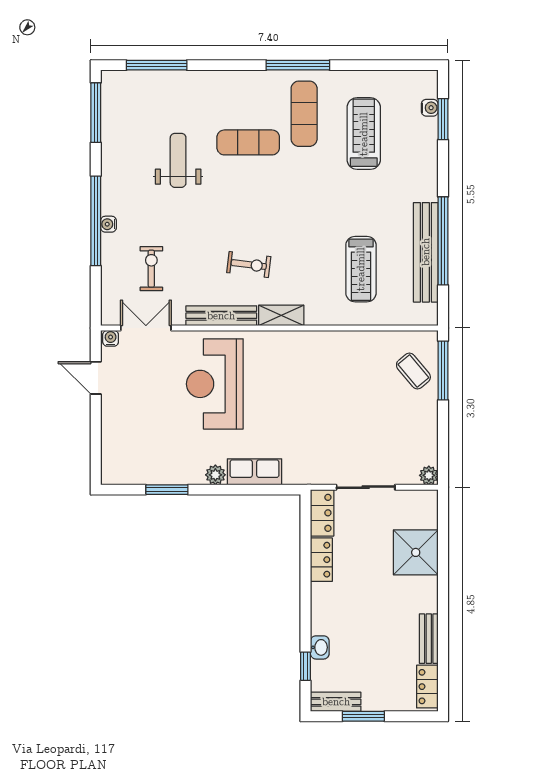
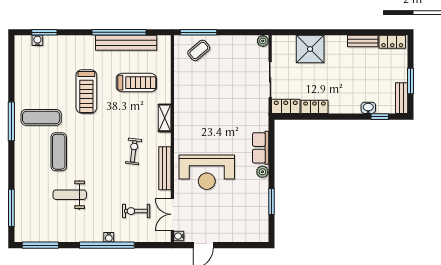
treadmill: (364, 134) -> (86, 91), moved, turned -90
shelving: (281, 315) -> (165, 118), moved

